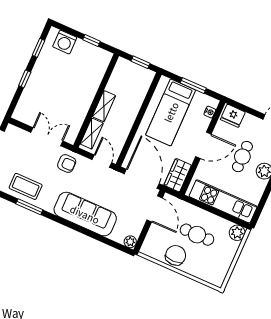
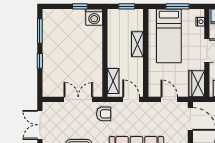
washing machine: (65, 42) -> (94, 17), moved
window: (38, 48) -> (40, 31), width x1.50
shelving: (104, 106) -> (137, 44), moved
door: (142, 179) -> (169, 99), width x0.53

